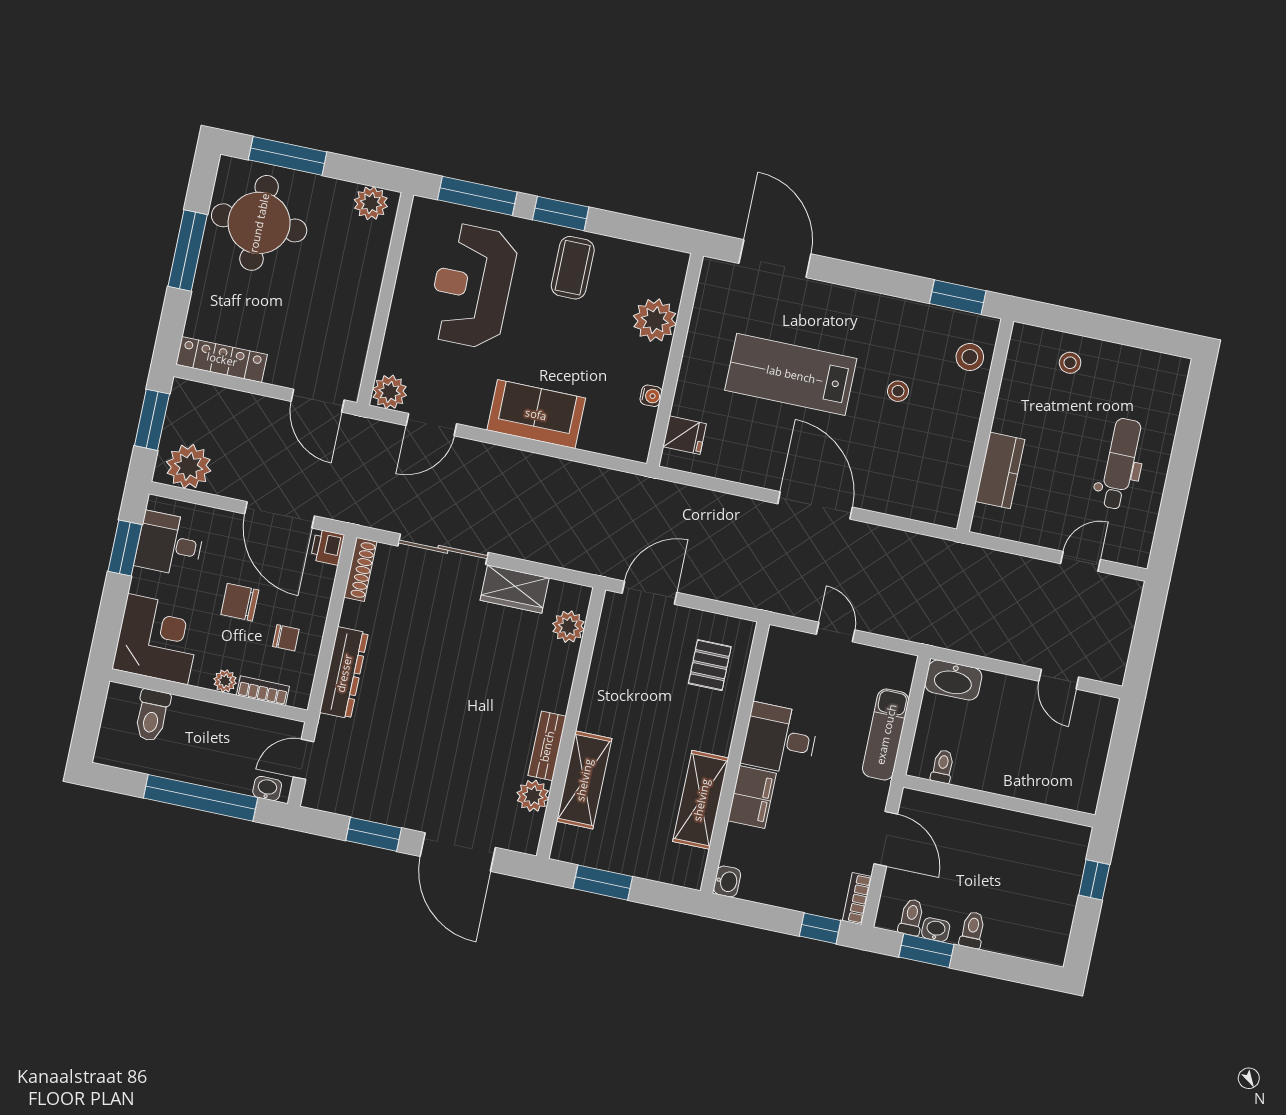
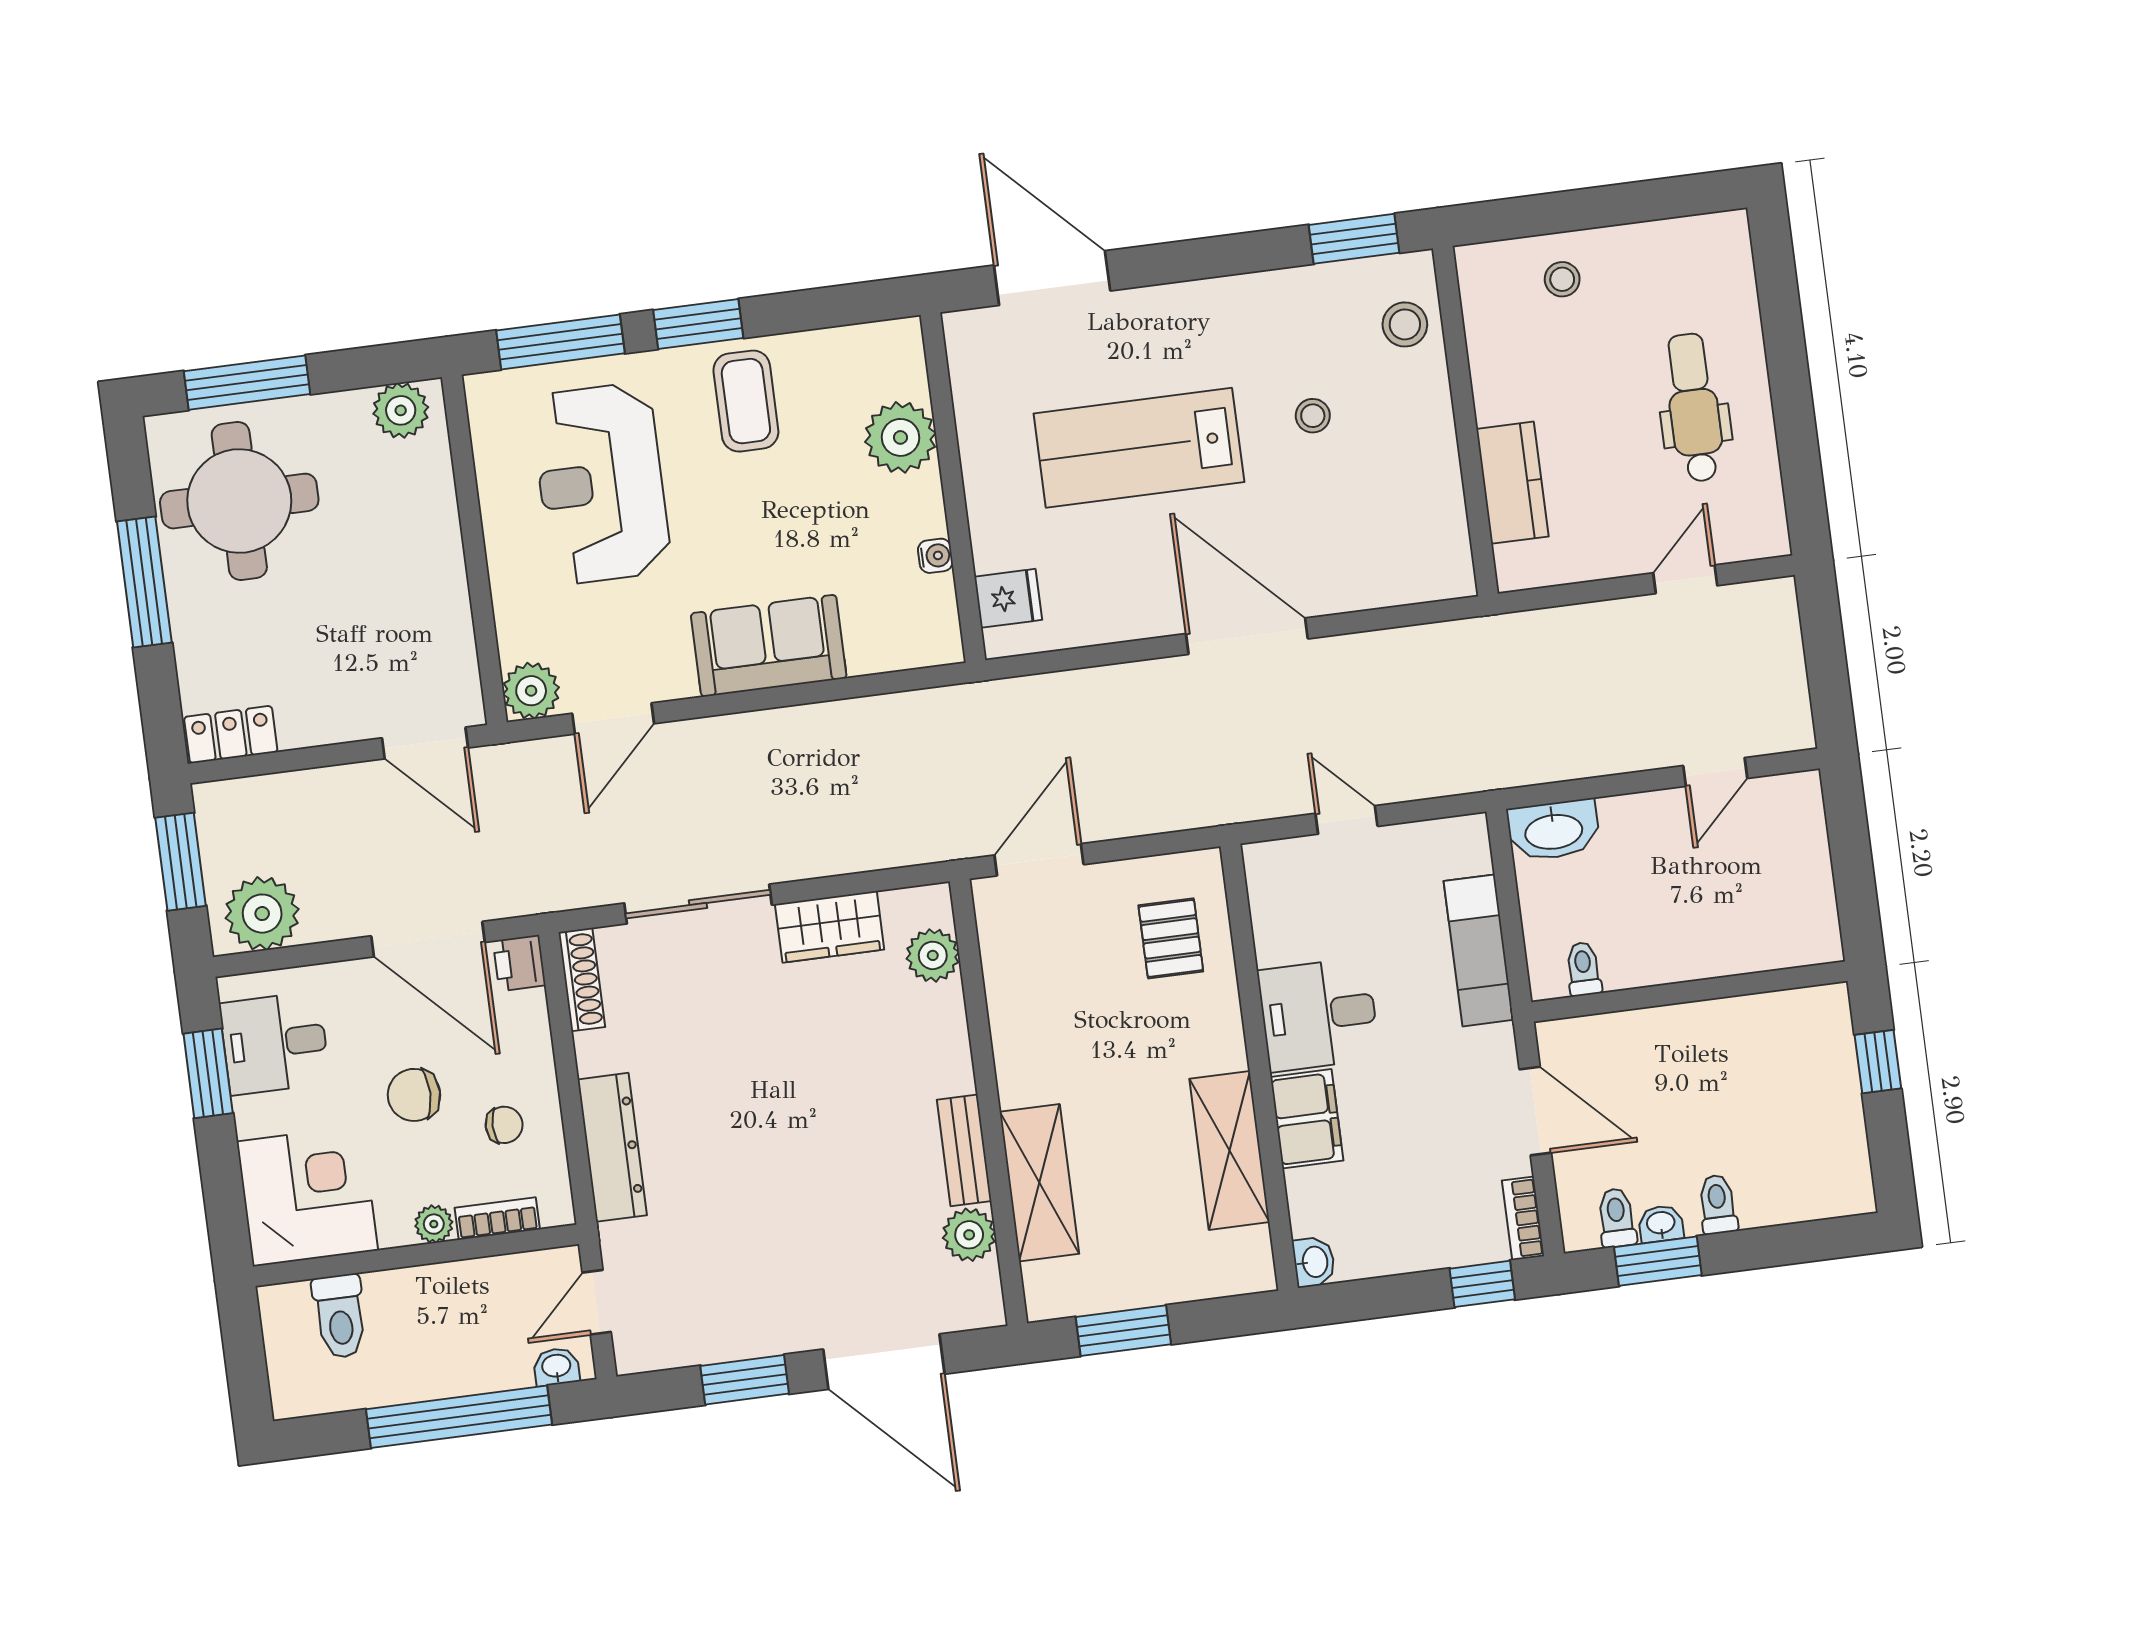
locker: (222, 359) -> (231, 735), width x0.66
door: (1059, 679) -> (1715, 772), hinge flipped

